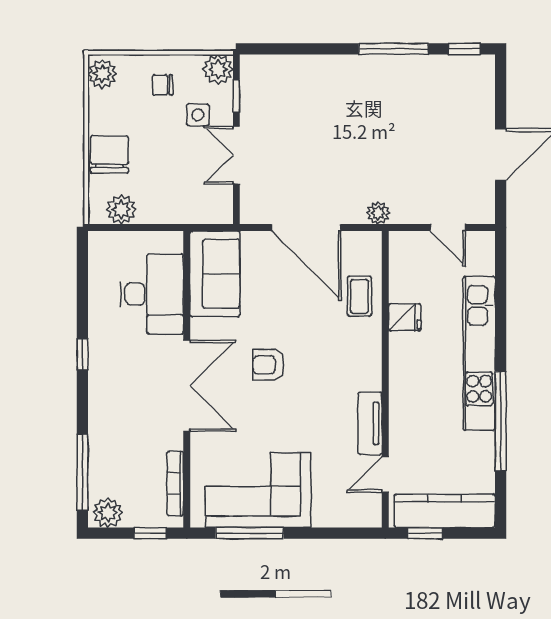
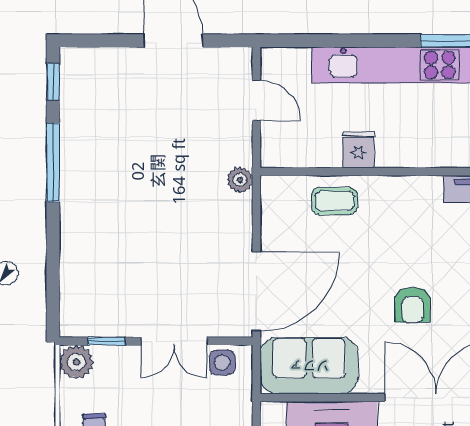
side table: (198, 115) -> (222, 363), moved
door: (306, 228) -> (256, 291), moved
door: (448, 228) -> (256, 100), hinge flipped

